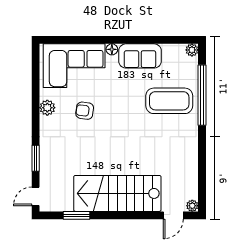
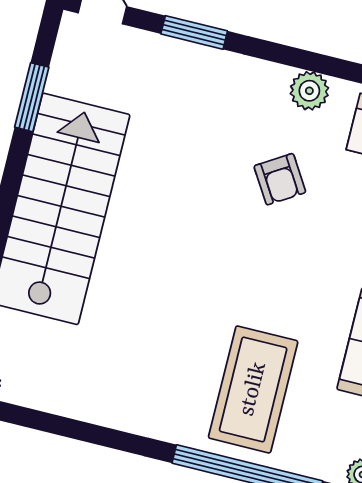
armchair: (85, 111) -> (280, 179), turned 141

